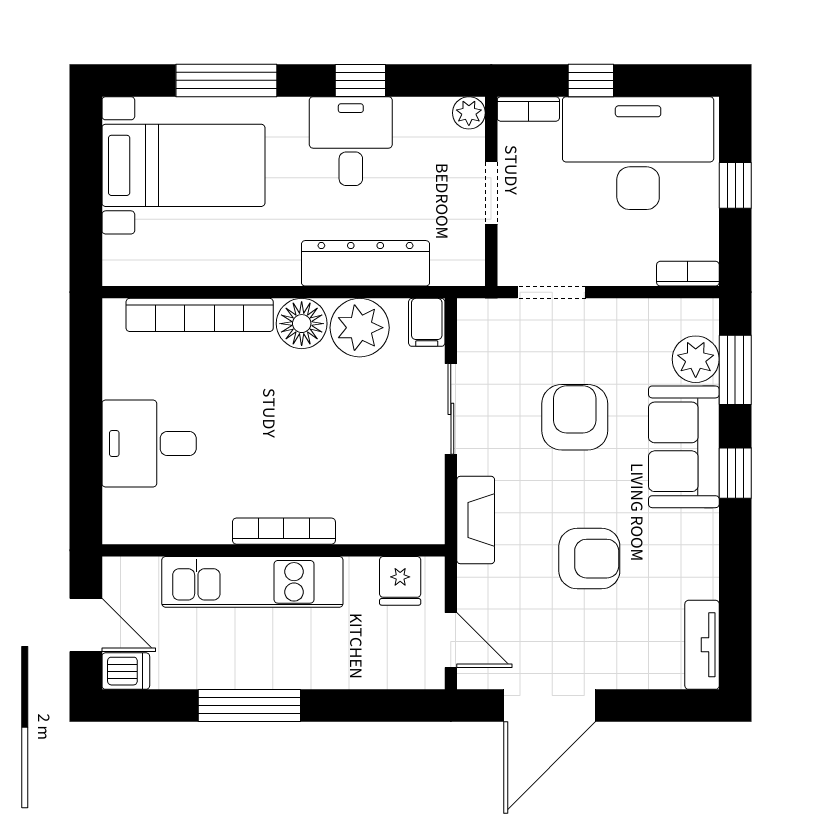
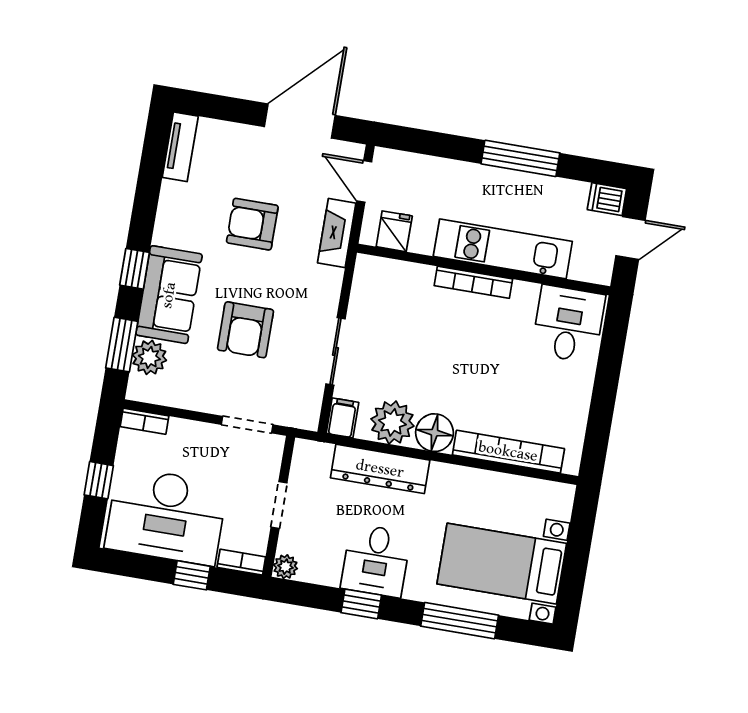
desk: (149, 443) -> (568, 324), moved, turned -90
fireplace: (476, 520) -> (337, 233), moved
door: (86, 625) -> (631, 238), swing flipped

